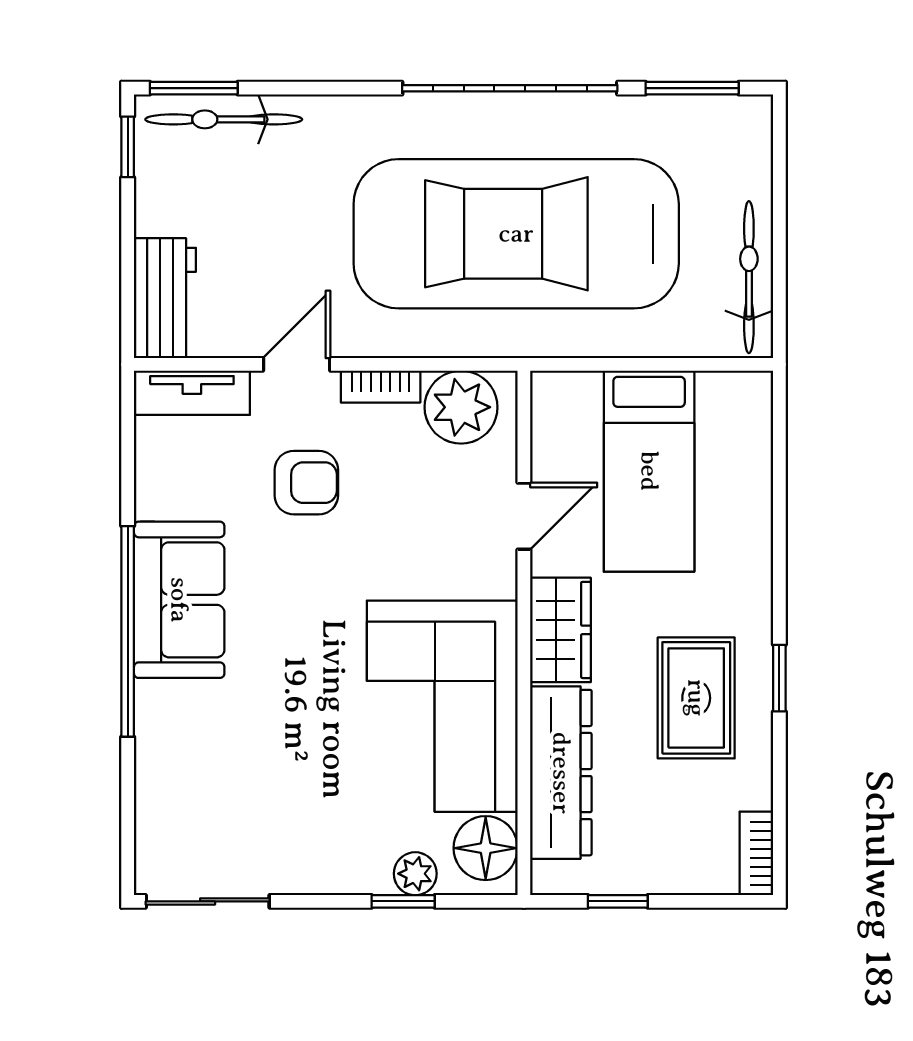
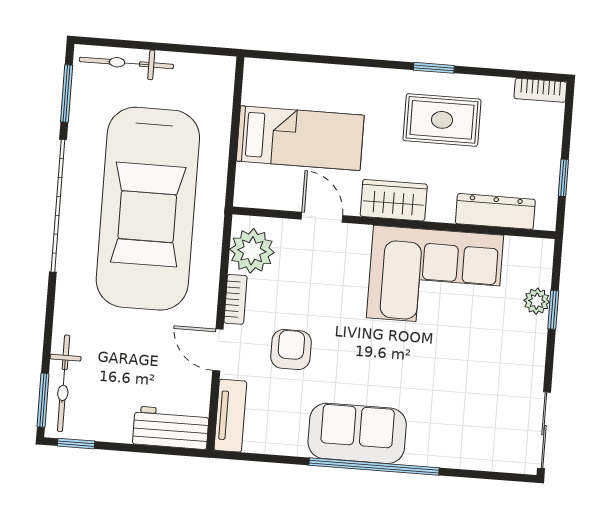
bicycle: (749, 277) -> (126, 63), moved
dresser: (561, 773) -> (495, 211), width x0.73, depth x0.80
floor lamp: (486, 848) -> (524, 257), removed

